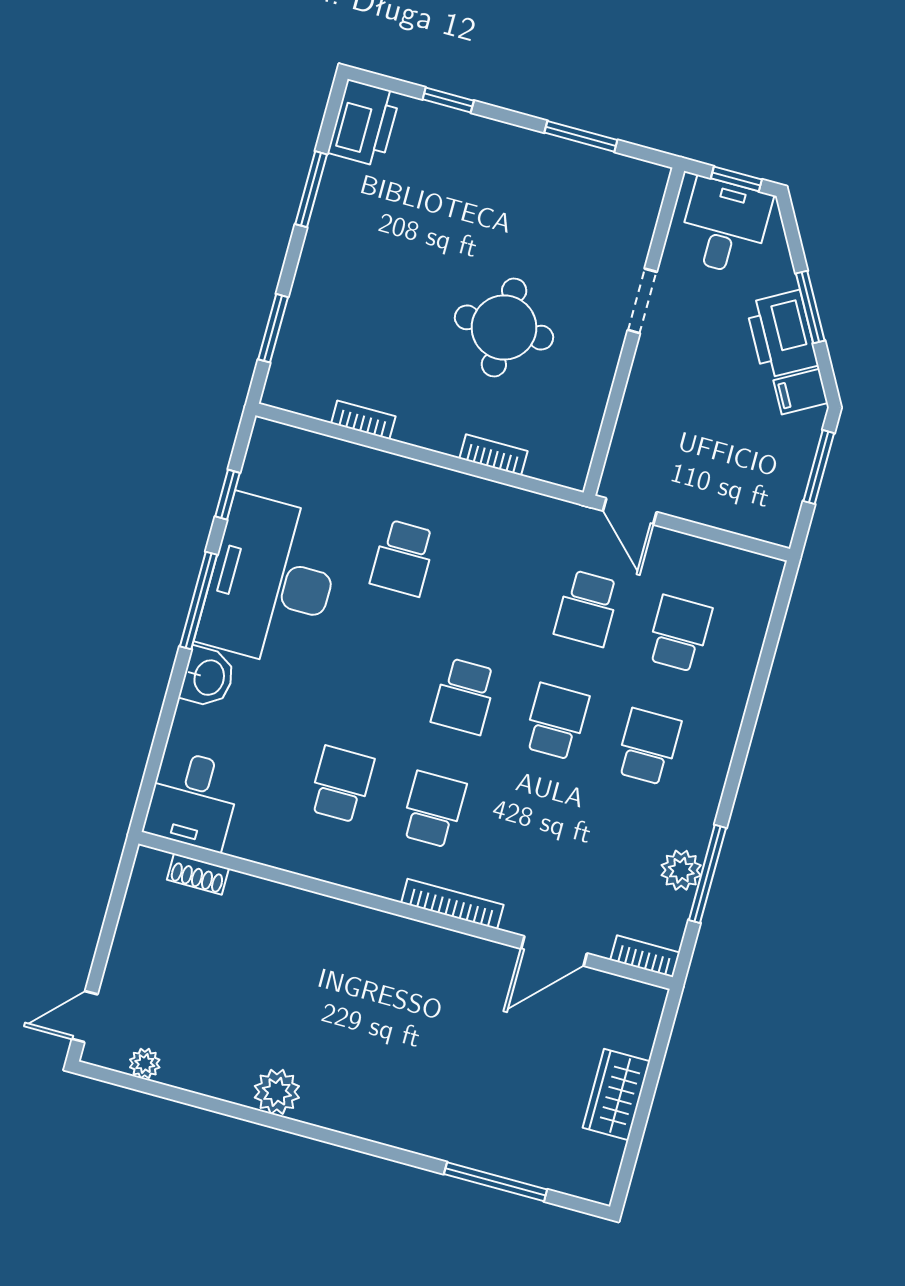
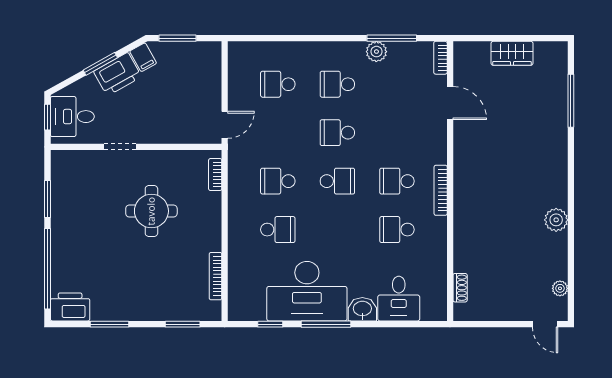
window: (448, 100) -> (47, 269), width x3.17
bookcase: (363, 420) -> (216, 276), width x1.56
bookcase: (493, 455) -> (215, 175), moved
school desk: (587, 608) -> (278, 181), moved, turned 180
desk: (193, 800) -> (399, 299), moved, turned 90
plant: (681, 870) -> (376, 52), moved
bookcase: (452, 904) -> (441, 190), moved

